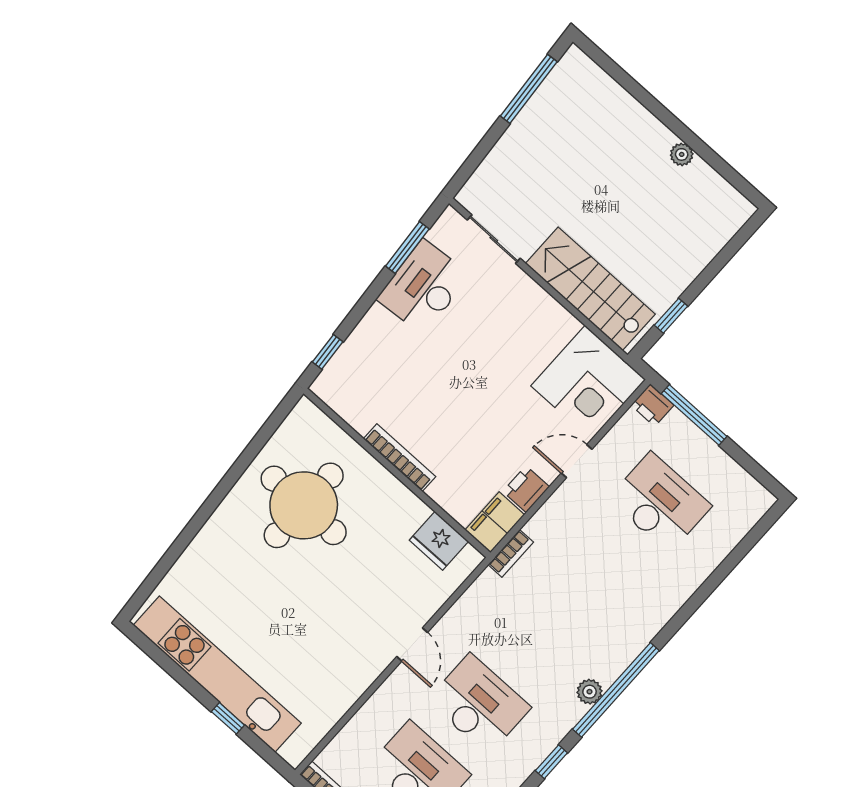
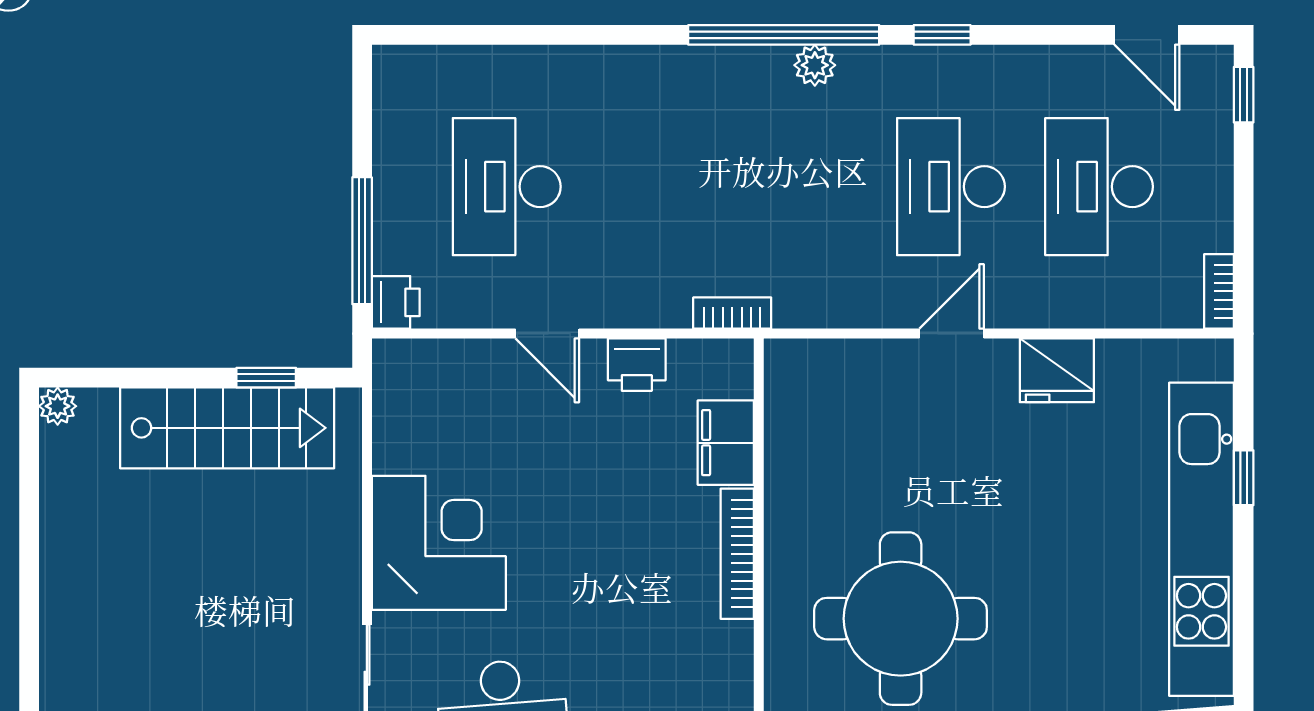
plant: (682, 154) -> (58, 406), moved
stairs: (590, 289) -> (227, 428), moved, turned -90
corner desk: (588, 383) -> (439, 543), moved
filing cabinet: (495, 522) -> (726, 443), moved, turned 90
fridge: (439, 541) -> (1057, 370), moved, turned 90

